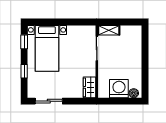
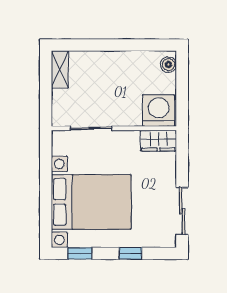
shelving: (109, 30) -> (60, 70), moved
bed with nightstands: (47, 48) -> (91, 202), width x1.36
washing machine: (119, 89) -> (159, 110), moved, turned 90

